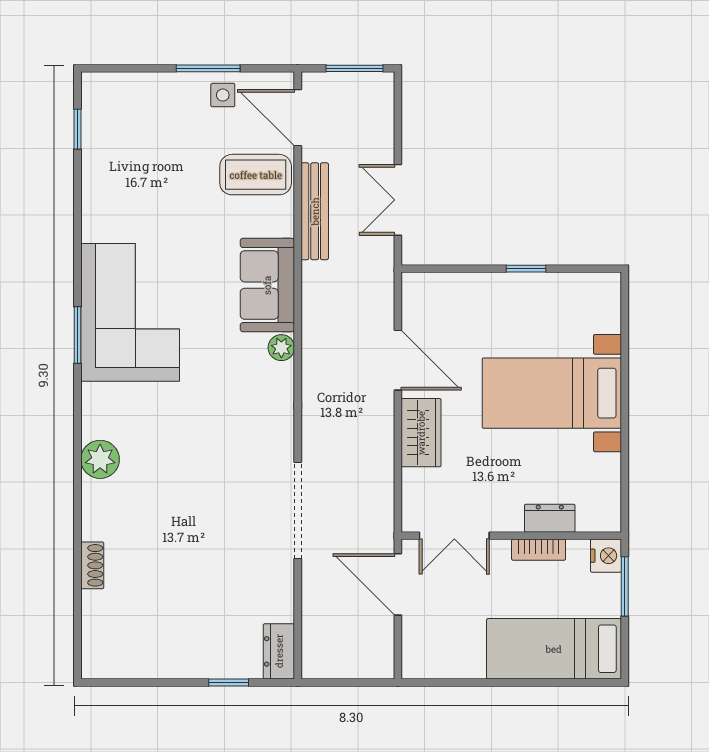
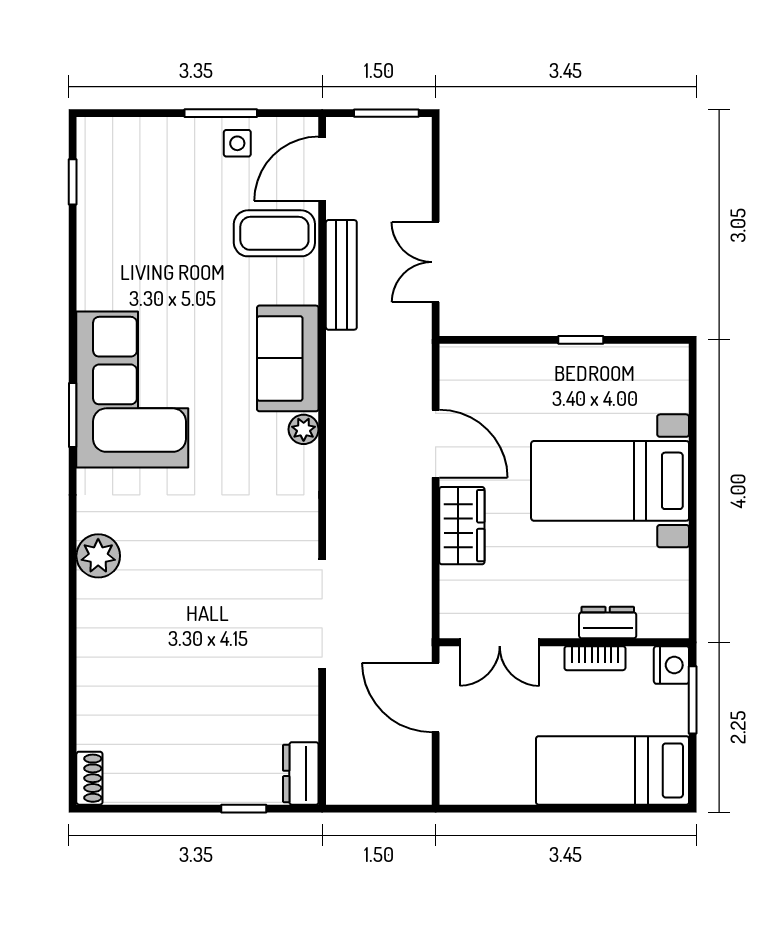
door: (298, 118) -> (322, 169), hinge flipped
shoe rack: (92, 565) -> (89, 778), moved

